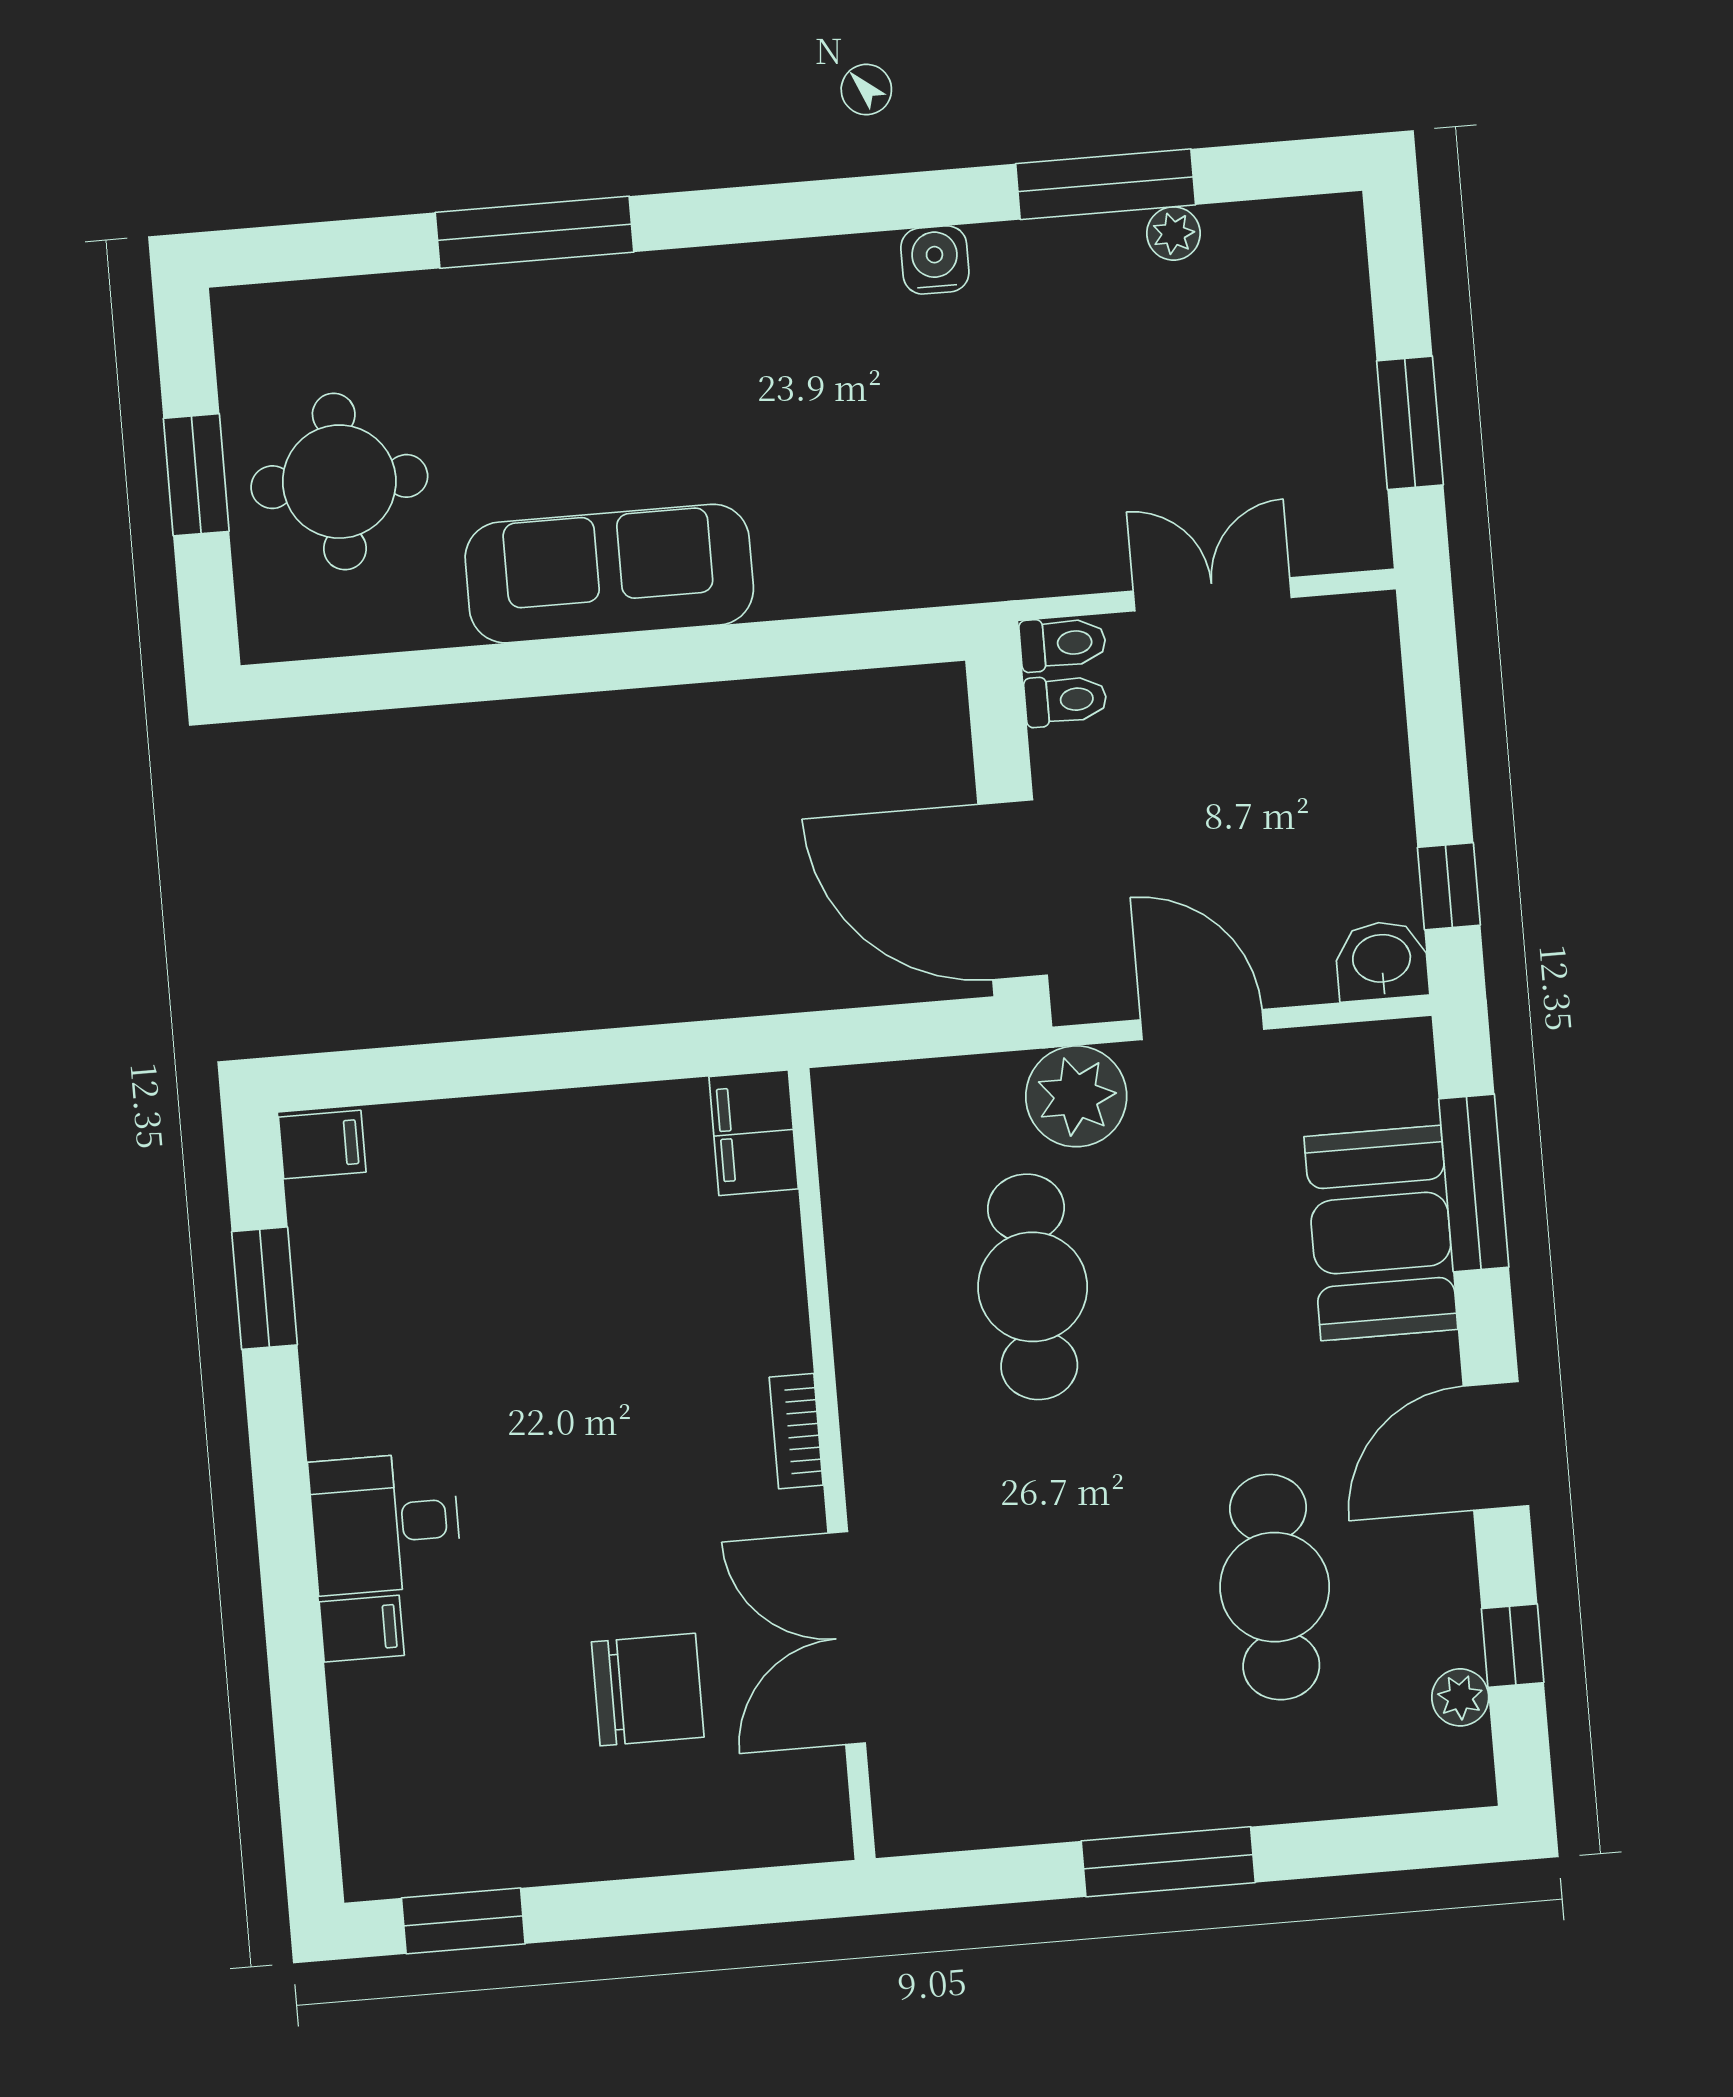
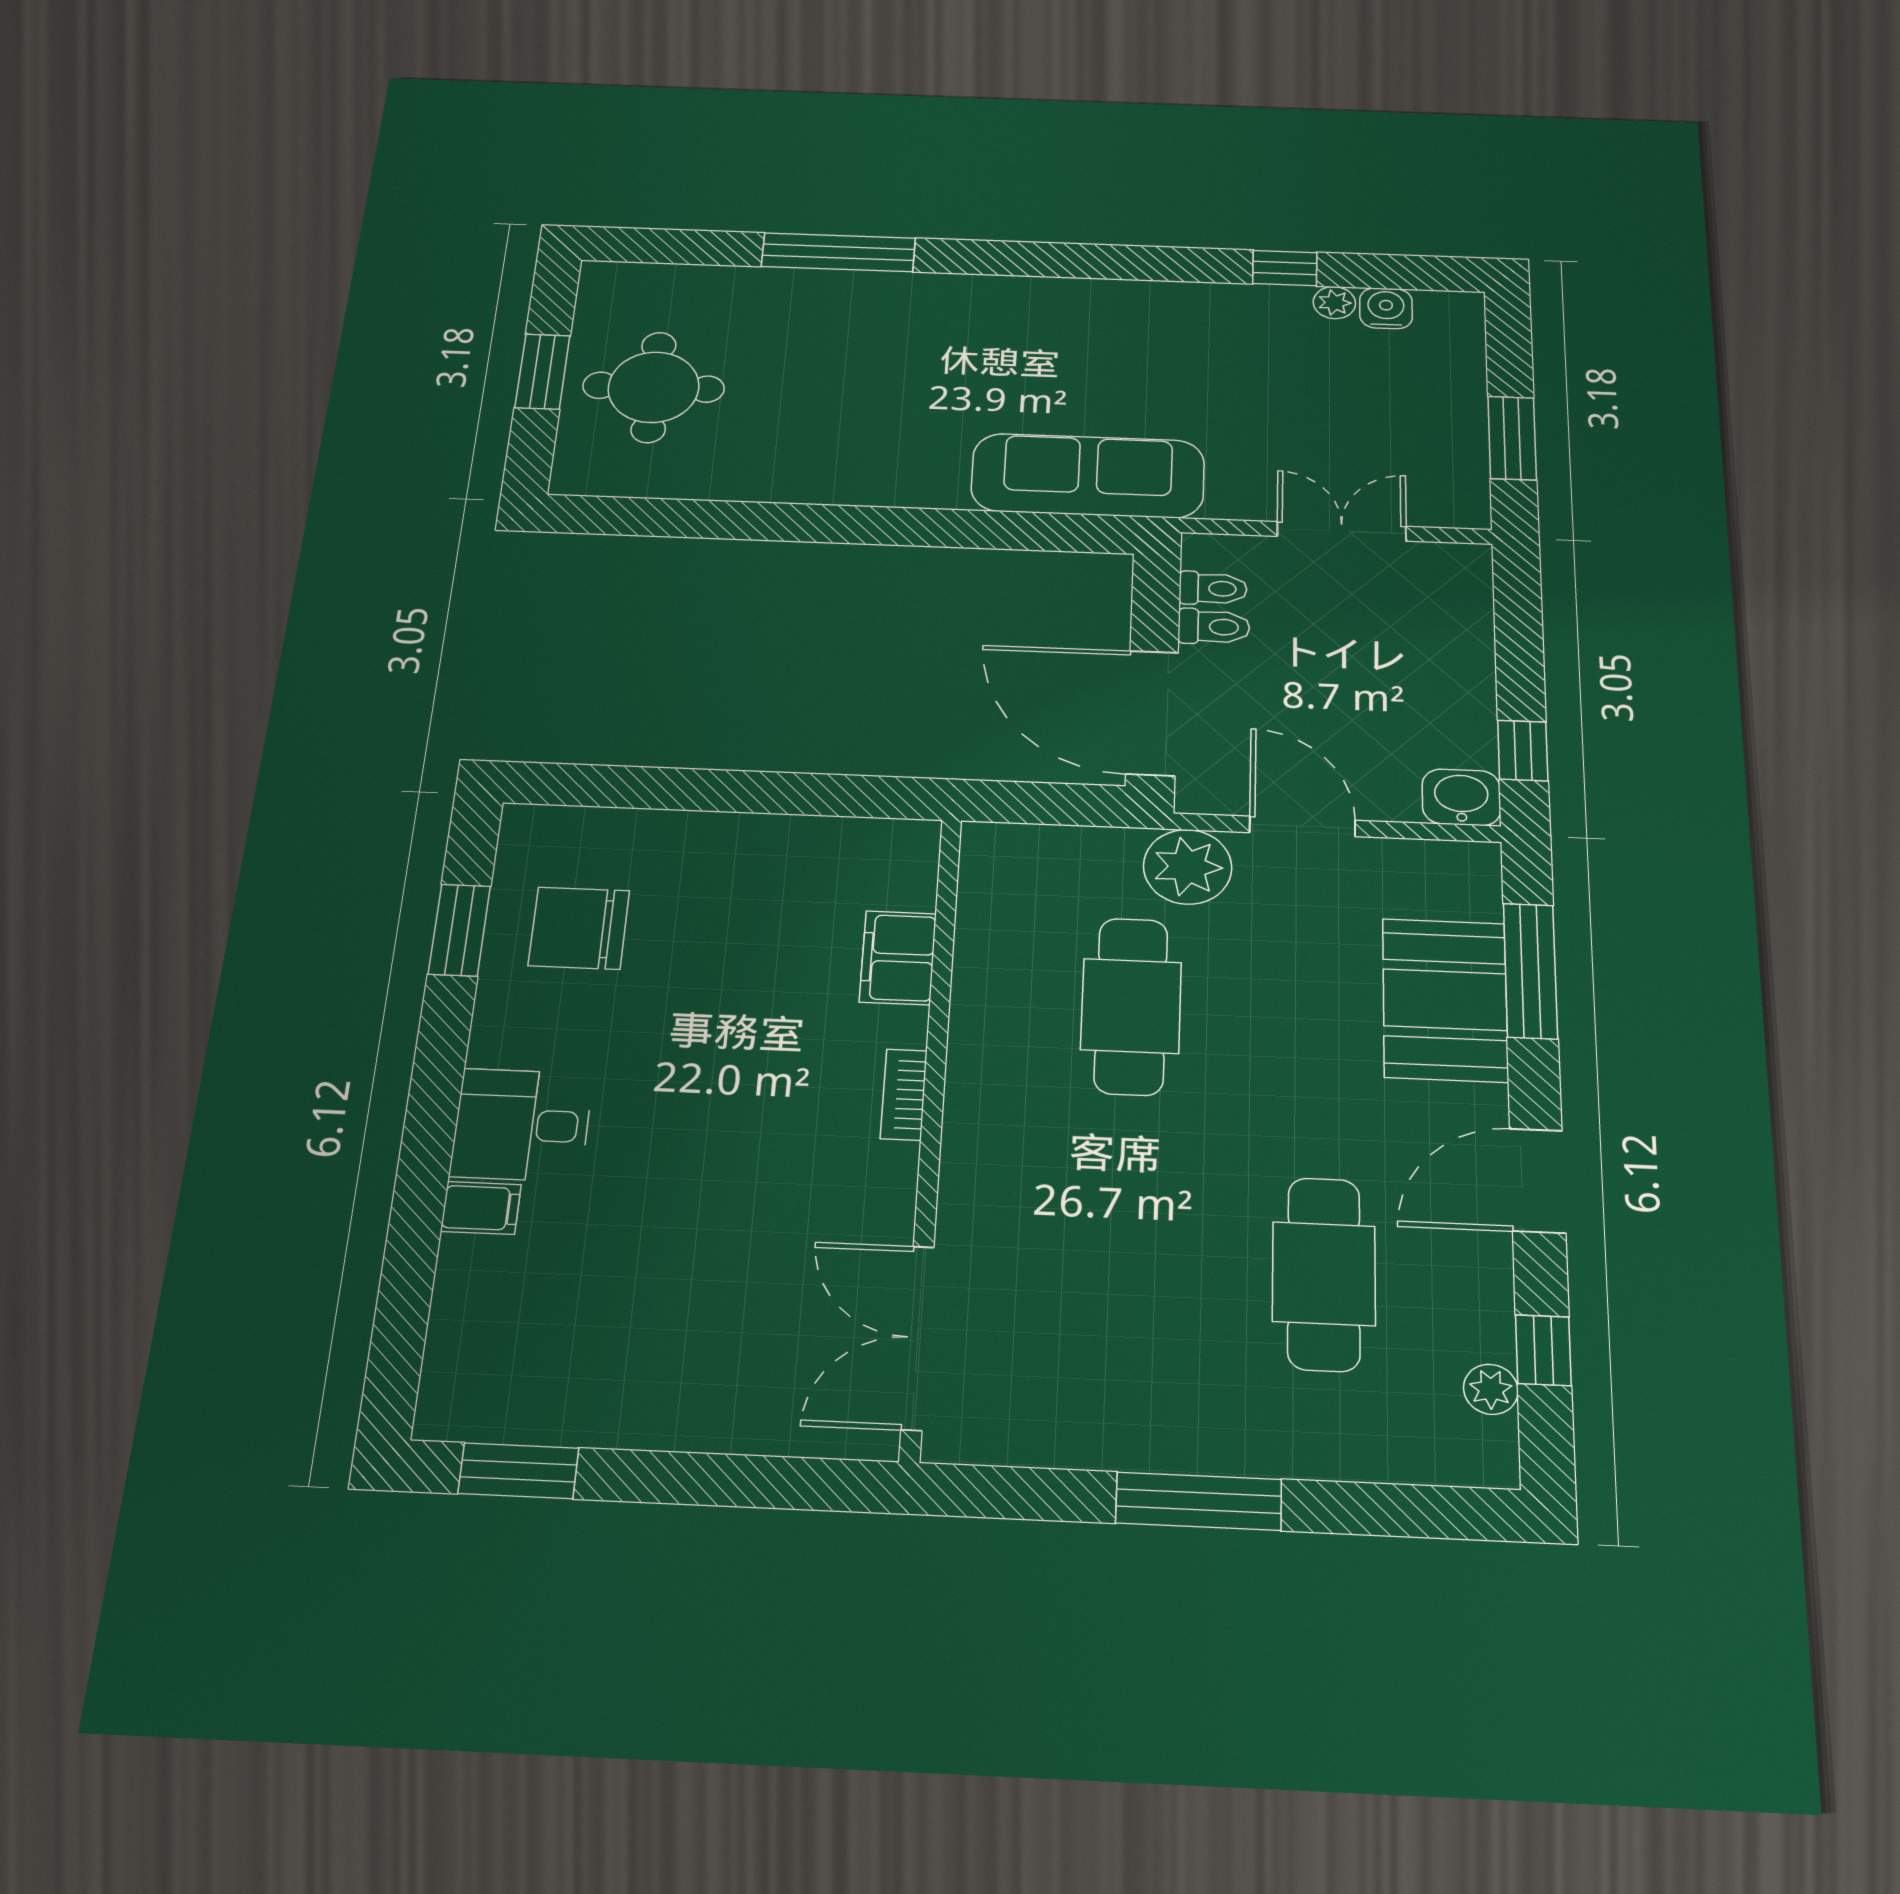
window: (1106, 184) -> (1285, 268), width x0.46
water cooler: (935, 260) -> (1386, 308), moved
sofa: (609, 574) -> (1088, 476), moved
toilet: (1063, 644) -> (1214, 627), moved
filing cabinet: (754, 1133) -> (898, 958), moved
filing cabinet: (322, 1145) -> (534, 830), removed
double door: (847, 1638) -> (918, 1337), moved
chair: (648, 1690) -> (579, 928), moved, turned 180

